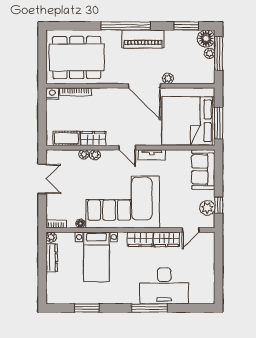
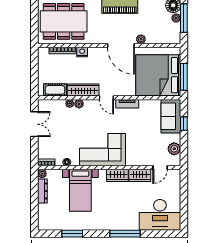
nightstand: (52, 93) -> (82, 52), moved
wardrobe: (93, 138) -> (83, 90), width x1.50
corner sofa: (123, 202) -> (103, 150), width x0.73, depth x0.74
window: (219, 205) -> (184, 124), moved
desk: (164, 286) -> (160, 215), moved

